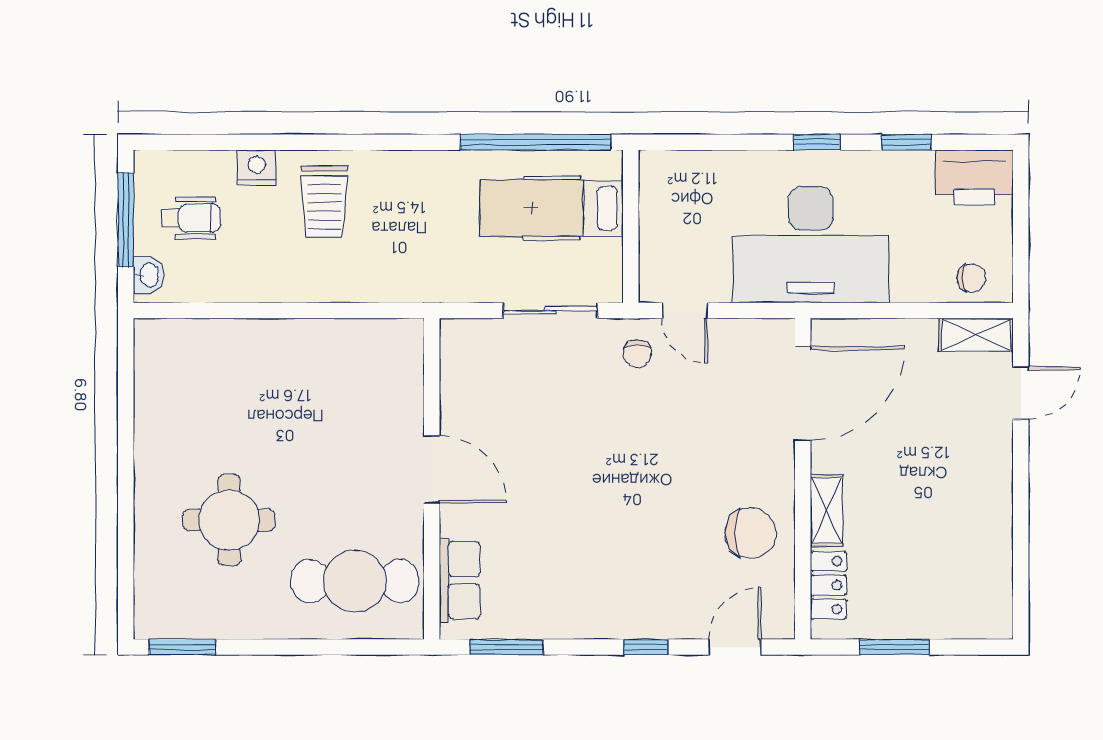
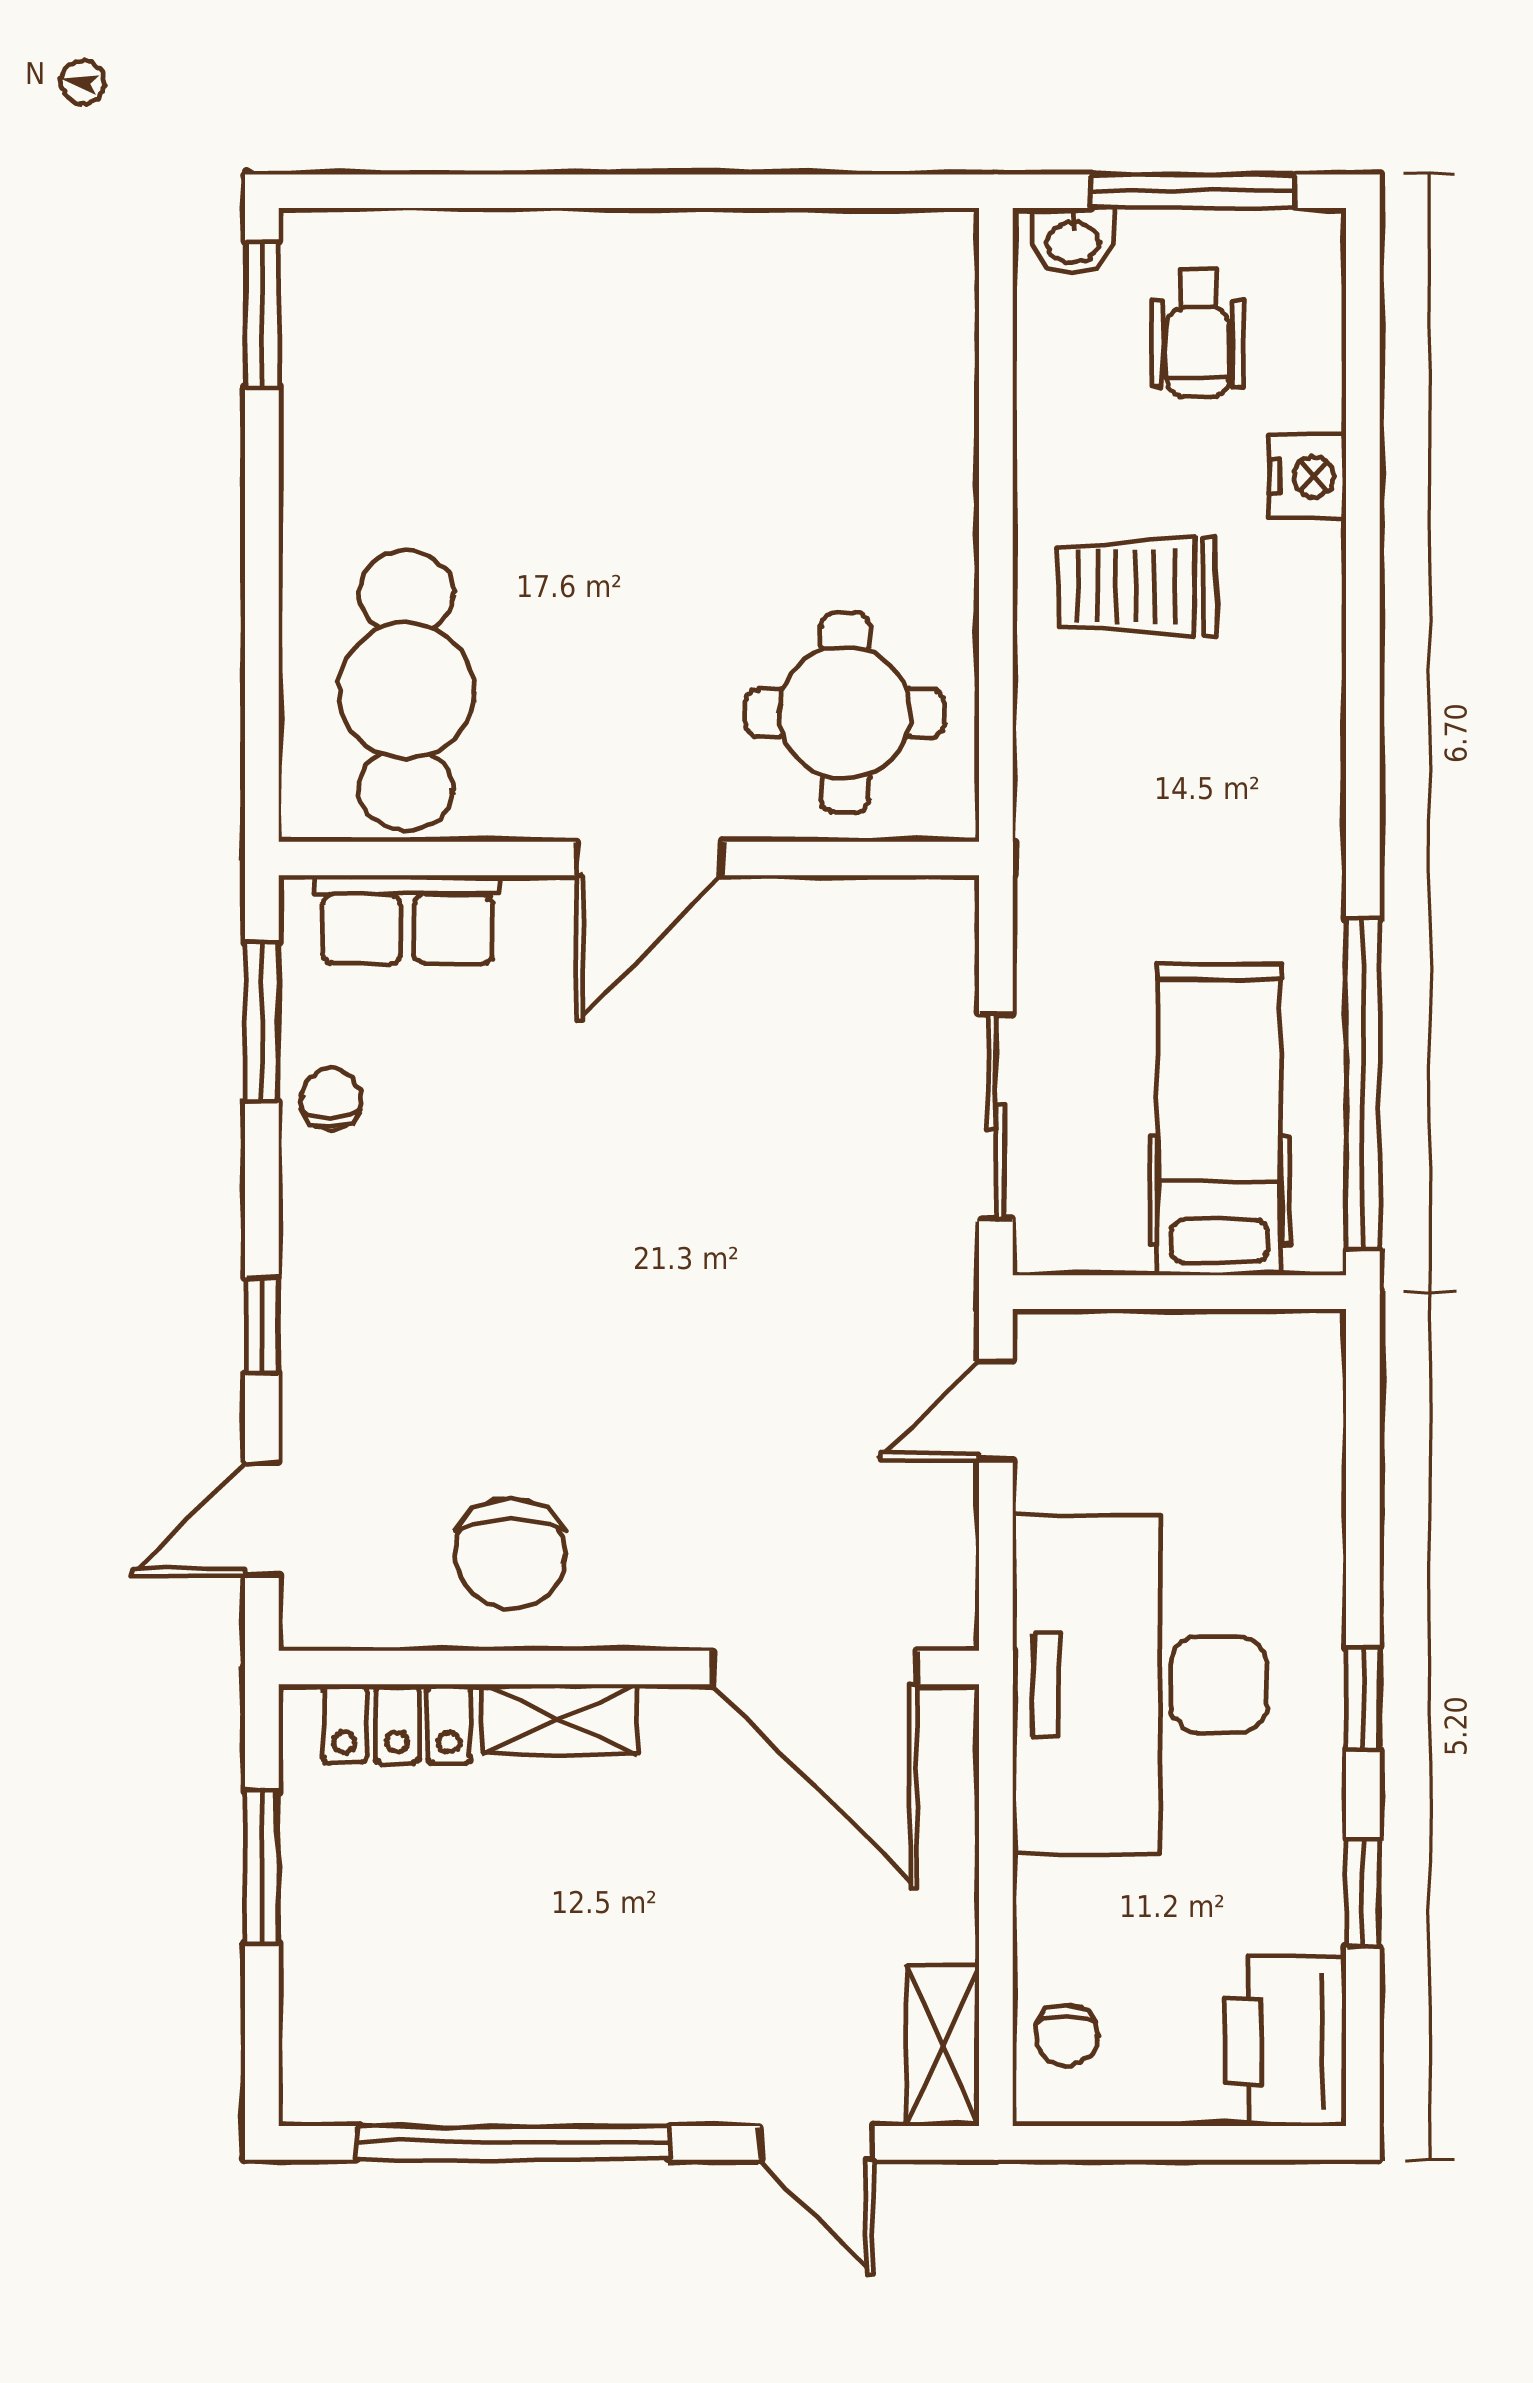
trolley: (324, 202) -> (1137, 586), moved
chair: (637, 354) -> (331, 1099), moved, turned 90
round table: (229, 520) -> (845, 713), moved
window: (1021, 532) -> (513, 2143), added
door: (735, 647) -> (262, 1519), swing flipped

